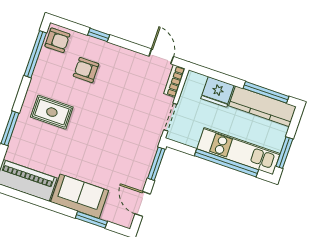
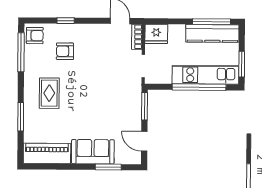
fridge: (217, 92) -> (156, 34), moved
rug: (52, 112) -> (49, 93), turned 90

